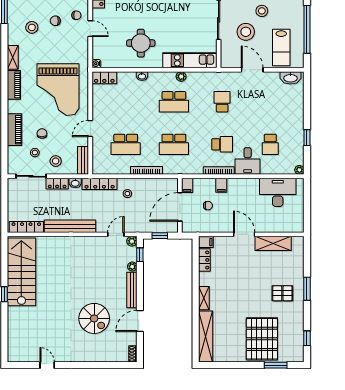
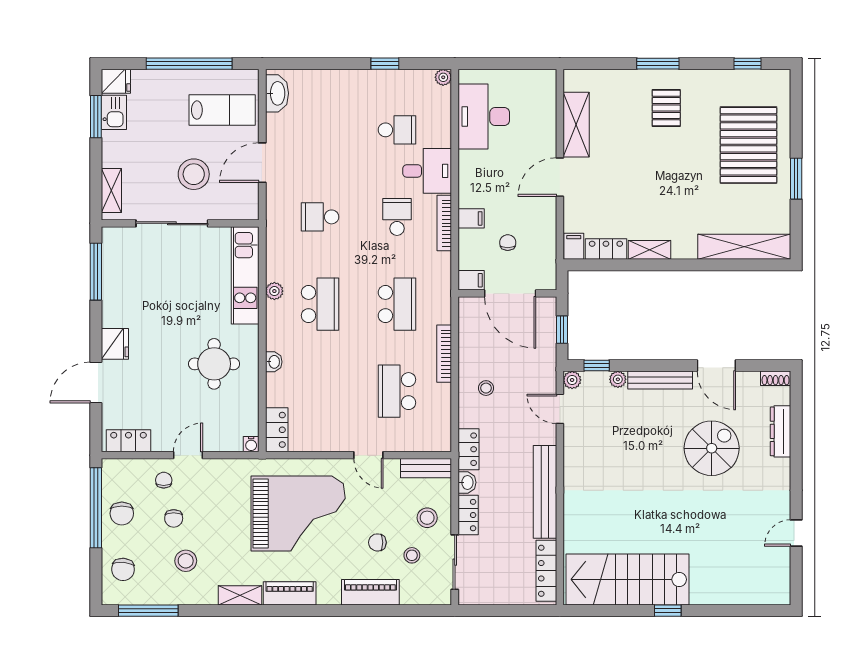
stool: (262, 11) -> (156, 145), removed
school desk: (126, 144) -> (397, 391), turned 180
locker: (100, 184) -> (468, 449), width x0.66
shelving: (204, 298) -> (649, 250), moved
pallet: (262, 339) -> (748, 145), turned 90
dresser: (103, 357) -> (781, 431), added
window: (276, 365) -> (796, 179), moved

